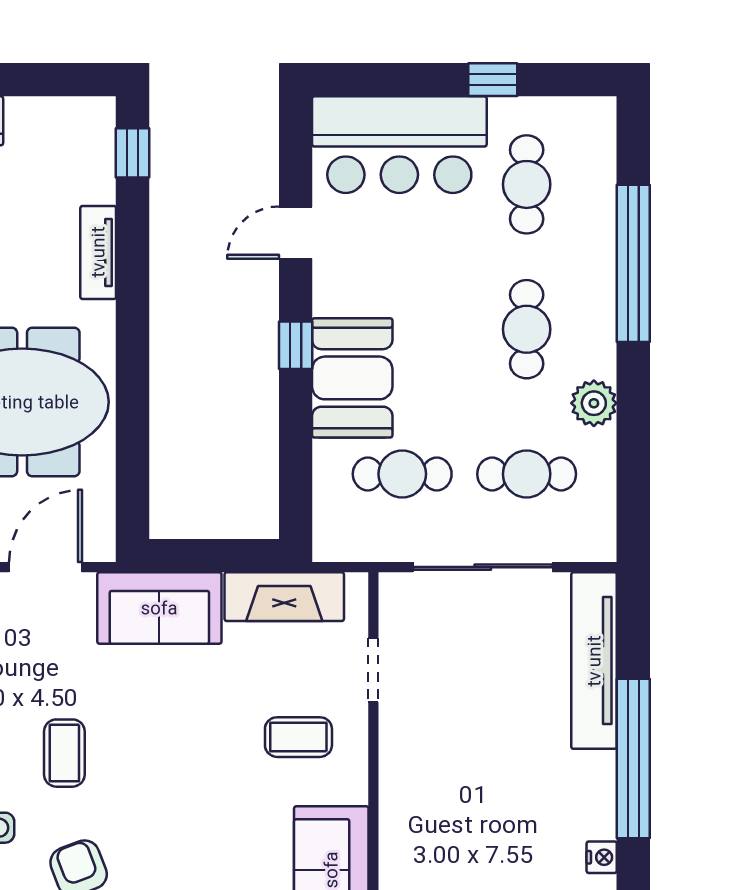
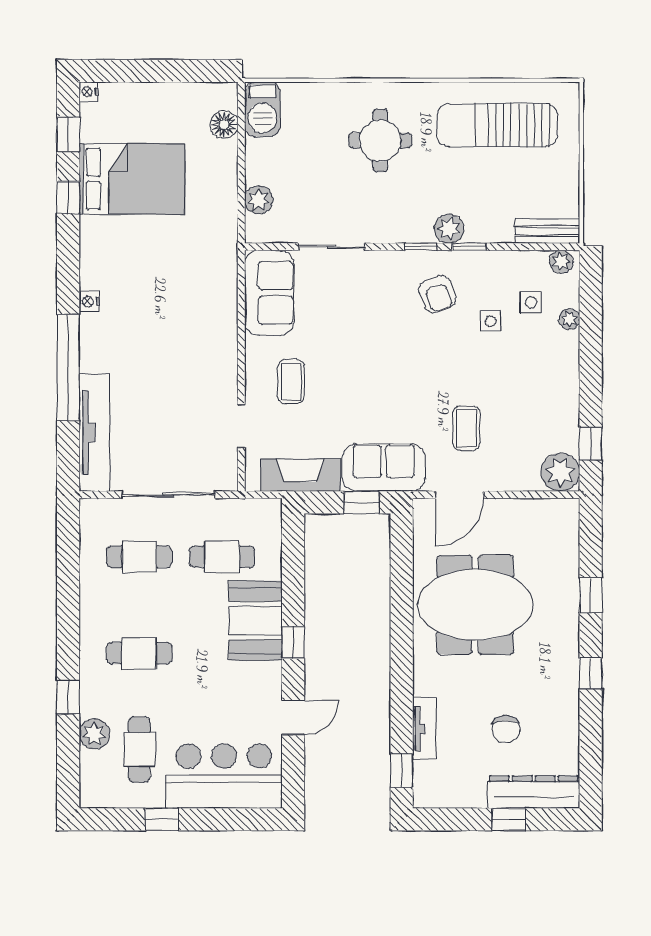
tv unit: (98, 252) -> (424, 729), moved
window: (633, 263) -> (68, 697), width x0.32
cafe table: (527, 329) -> (139, 653), turned 90
plant: (594, 403) -> (94, 734), moved
window: (193, 556) -> (361, 502), added
coffee table: (298, 737) -> (291, 382), turned 90
coffee table: (64, 753) -> (467, 428), moved

